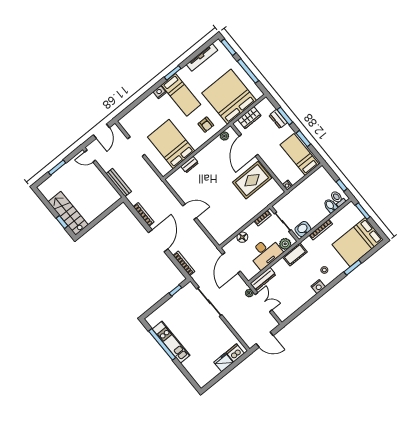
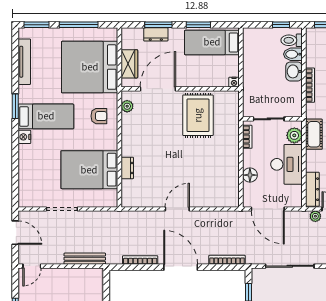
door: (248, 145) -> (158, 89), swing flipped
washbasin: (303, 229) -> (294, 71), moved

